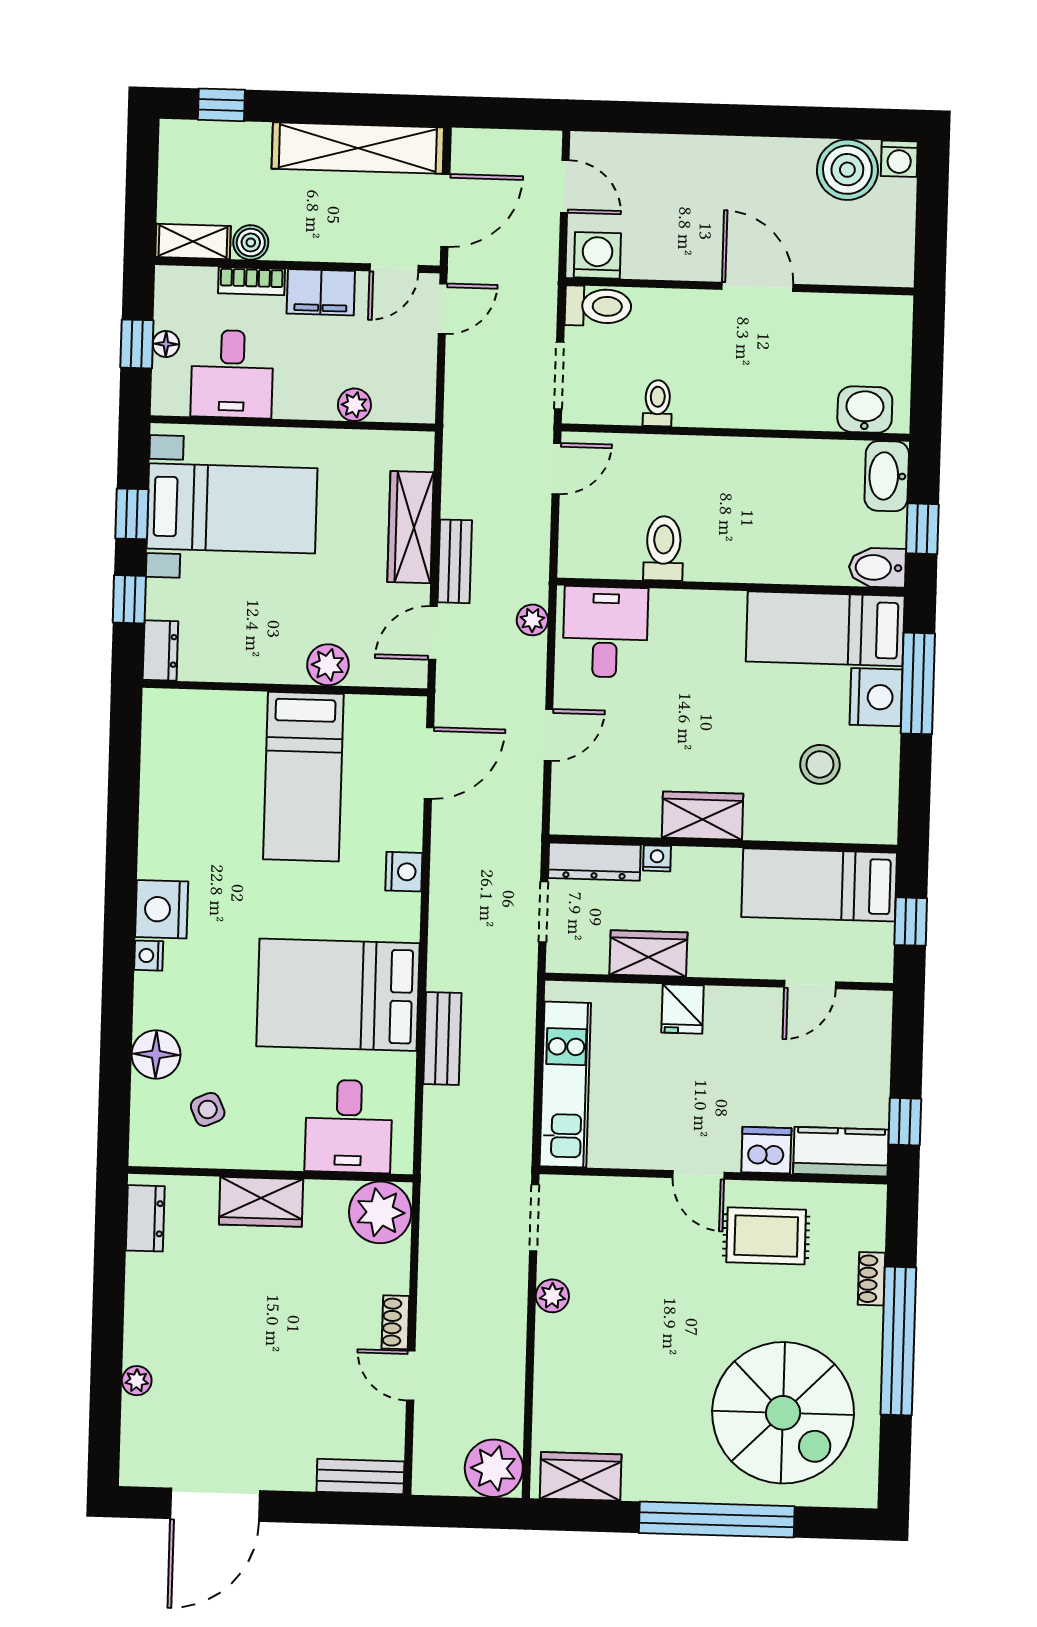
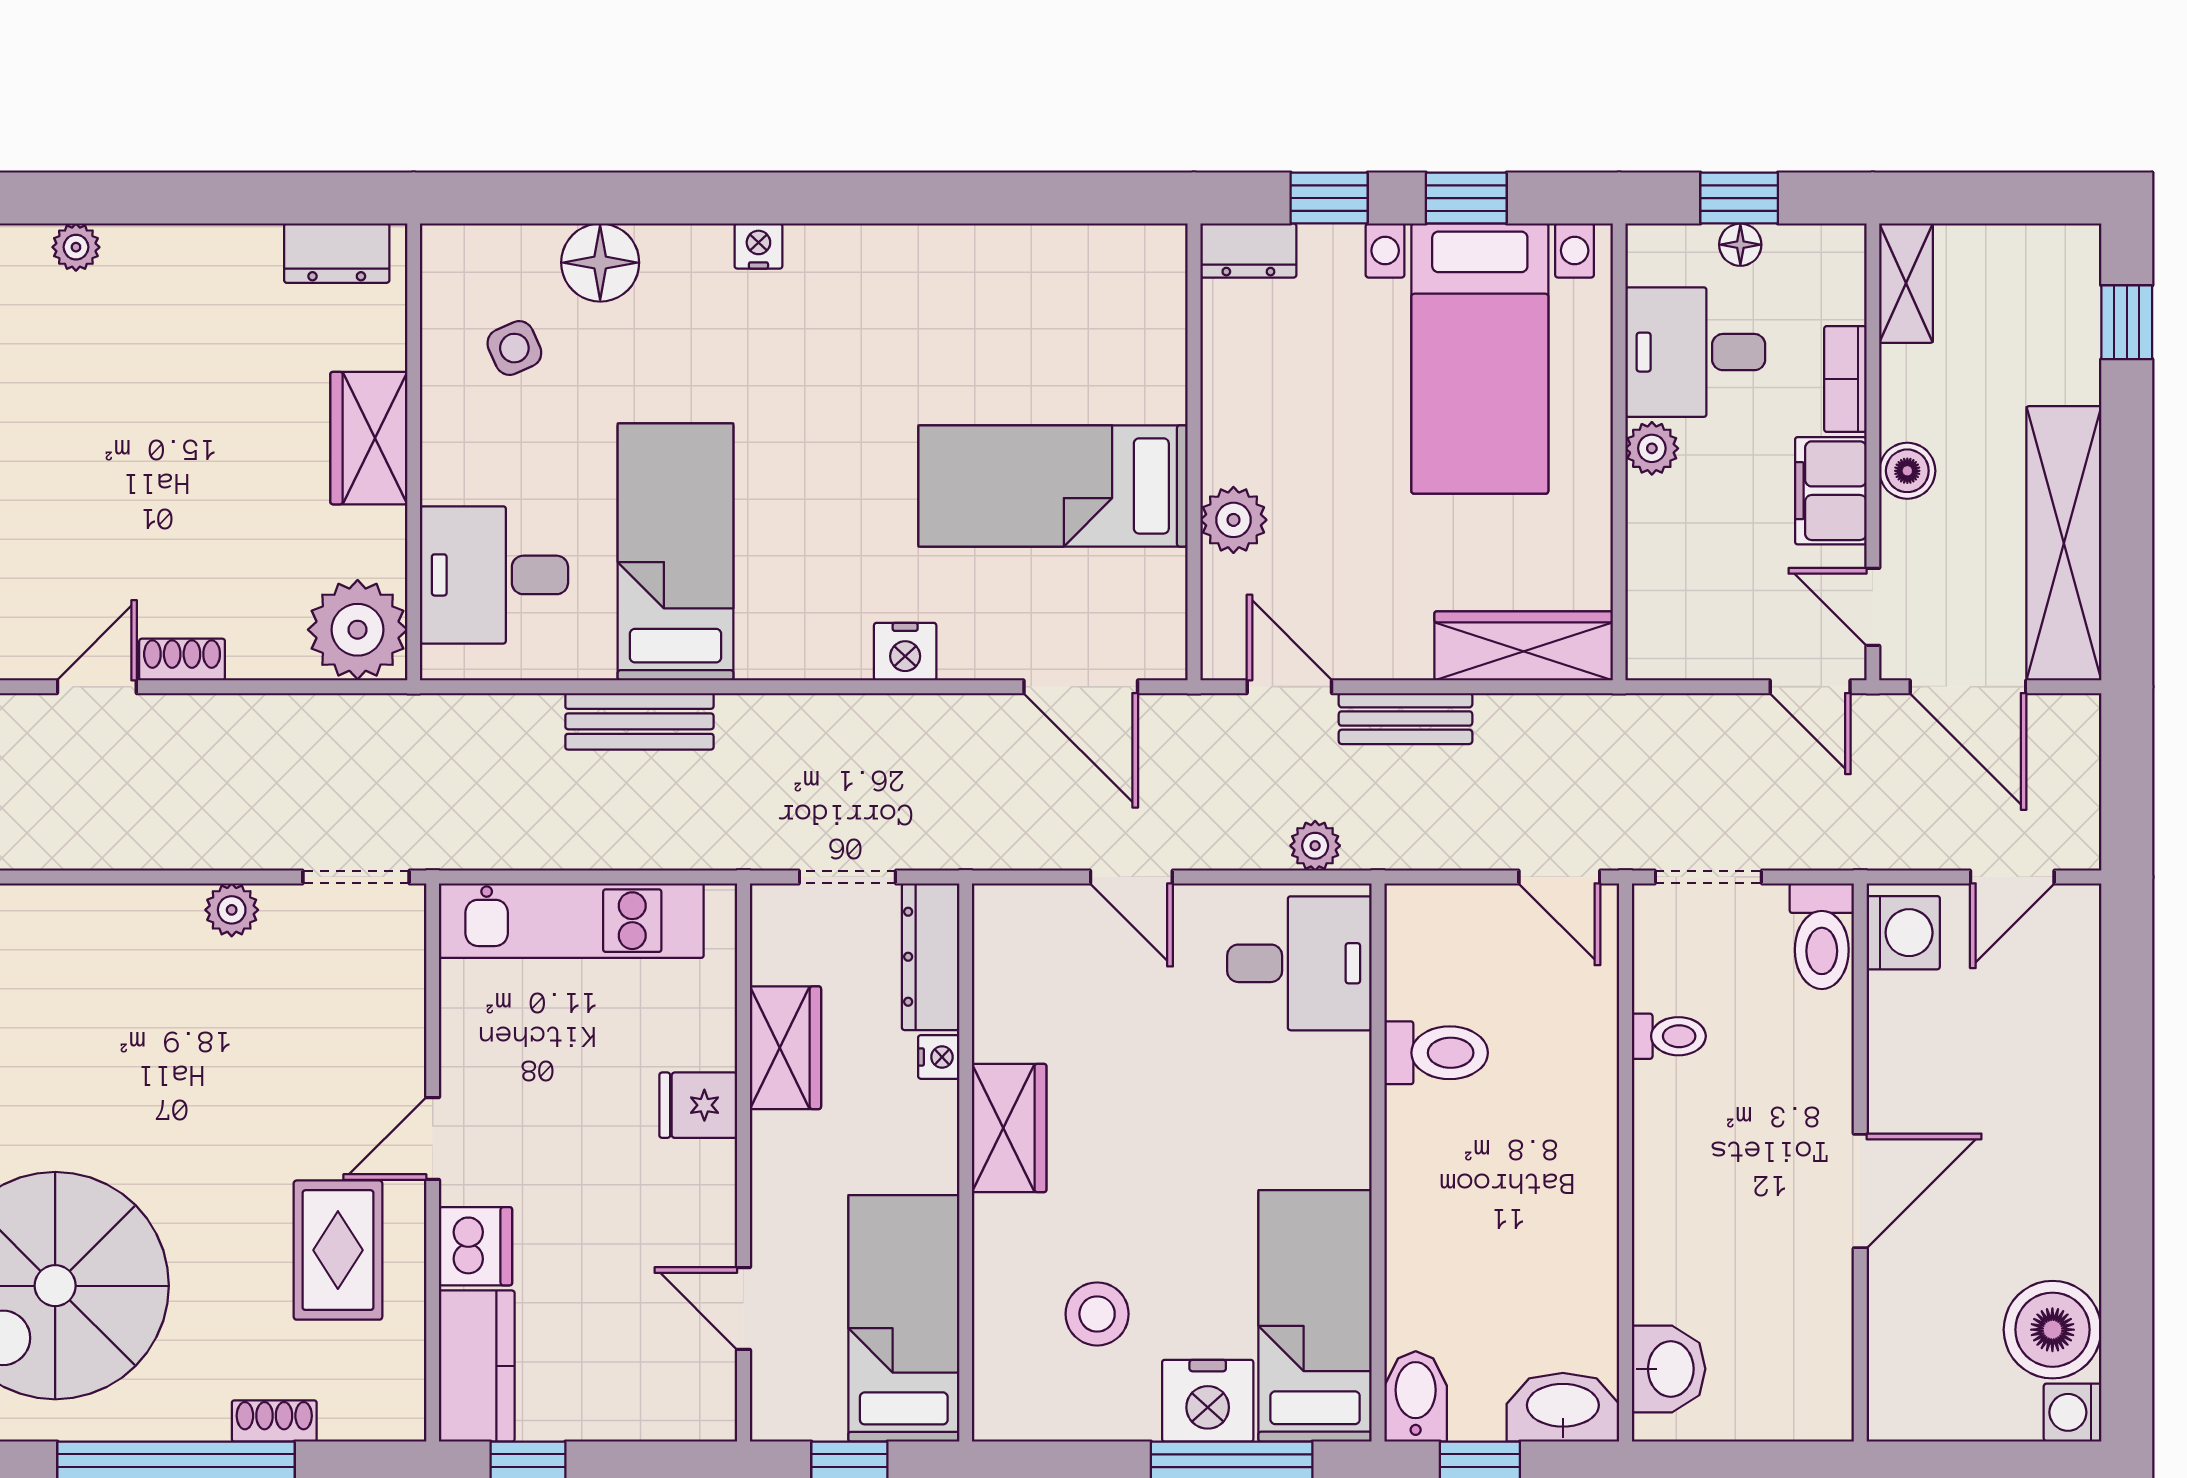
boiler: (251, 242) -> (1907, 471), moved
plant: (354, 405) -> (1652, 448), moved
wardrobe: (411, 527) -> (1524, 646), moved
nightstand: (162, 909) -> (833, 265), removed
bed: (338, 995) -> (676, 552), width x0.67

